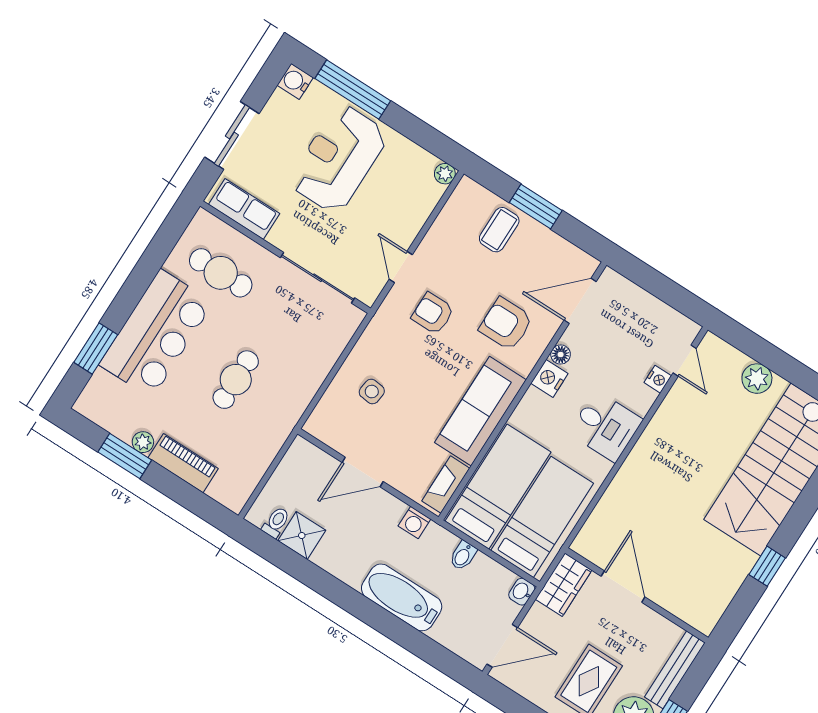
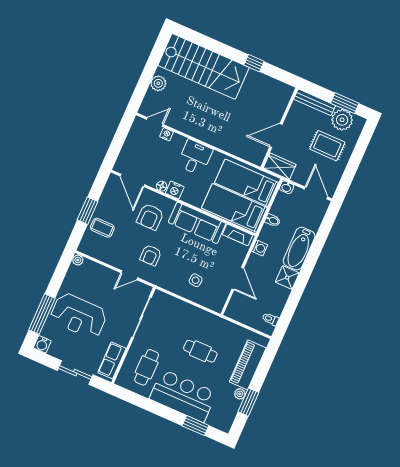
piano: (183, 463) -> (248, 365), width x1.37, depth x1.33
shower: (302, 535) -> (287, 278), moved

